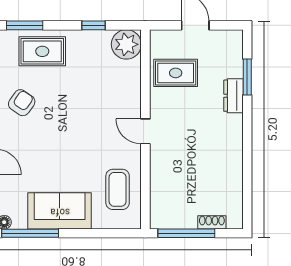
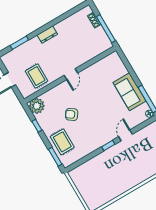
dresser: (233, 96) -> (47, 35), moved
armchair: (22, 103) -> (72, 114), moved
coffee table: (118, 189) -> (104, 71), removed

